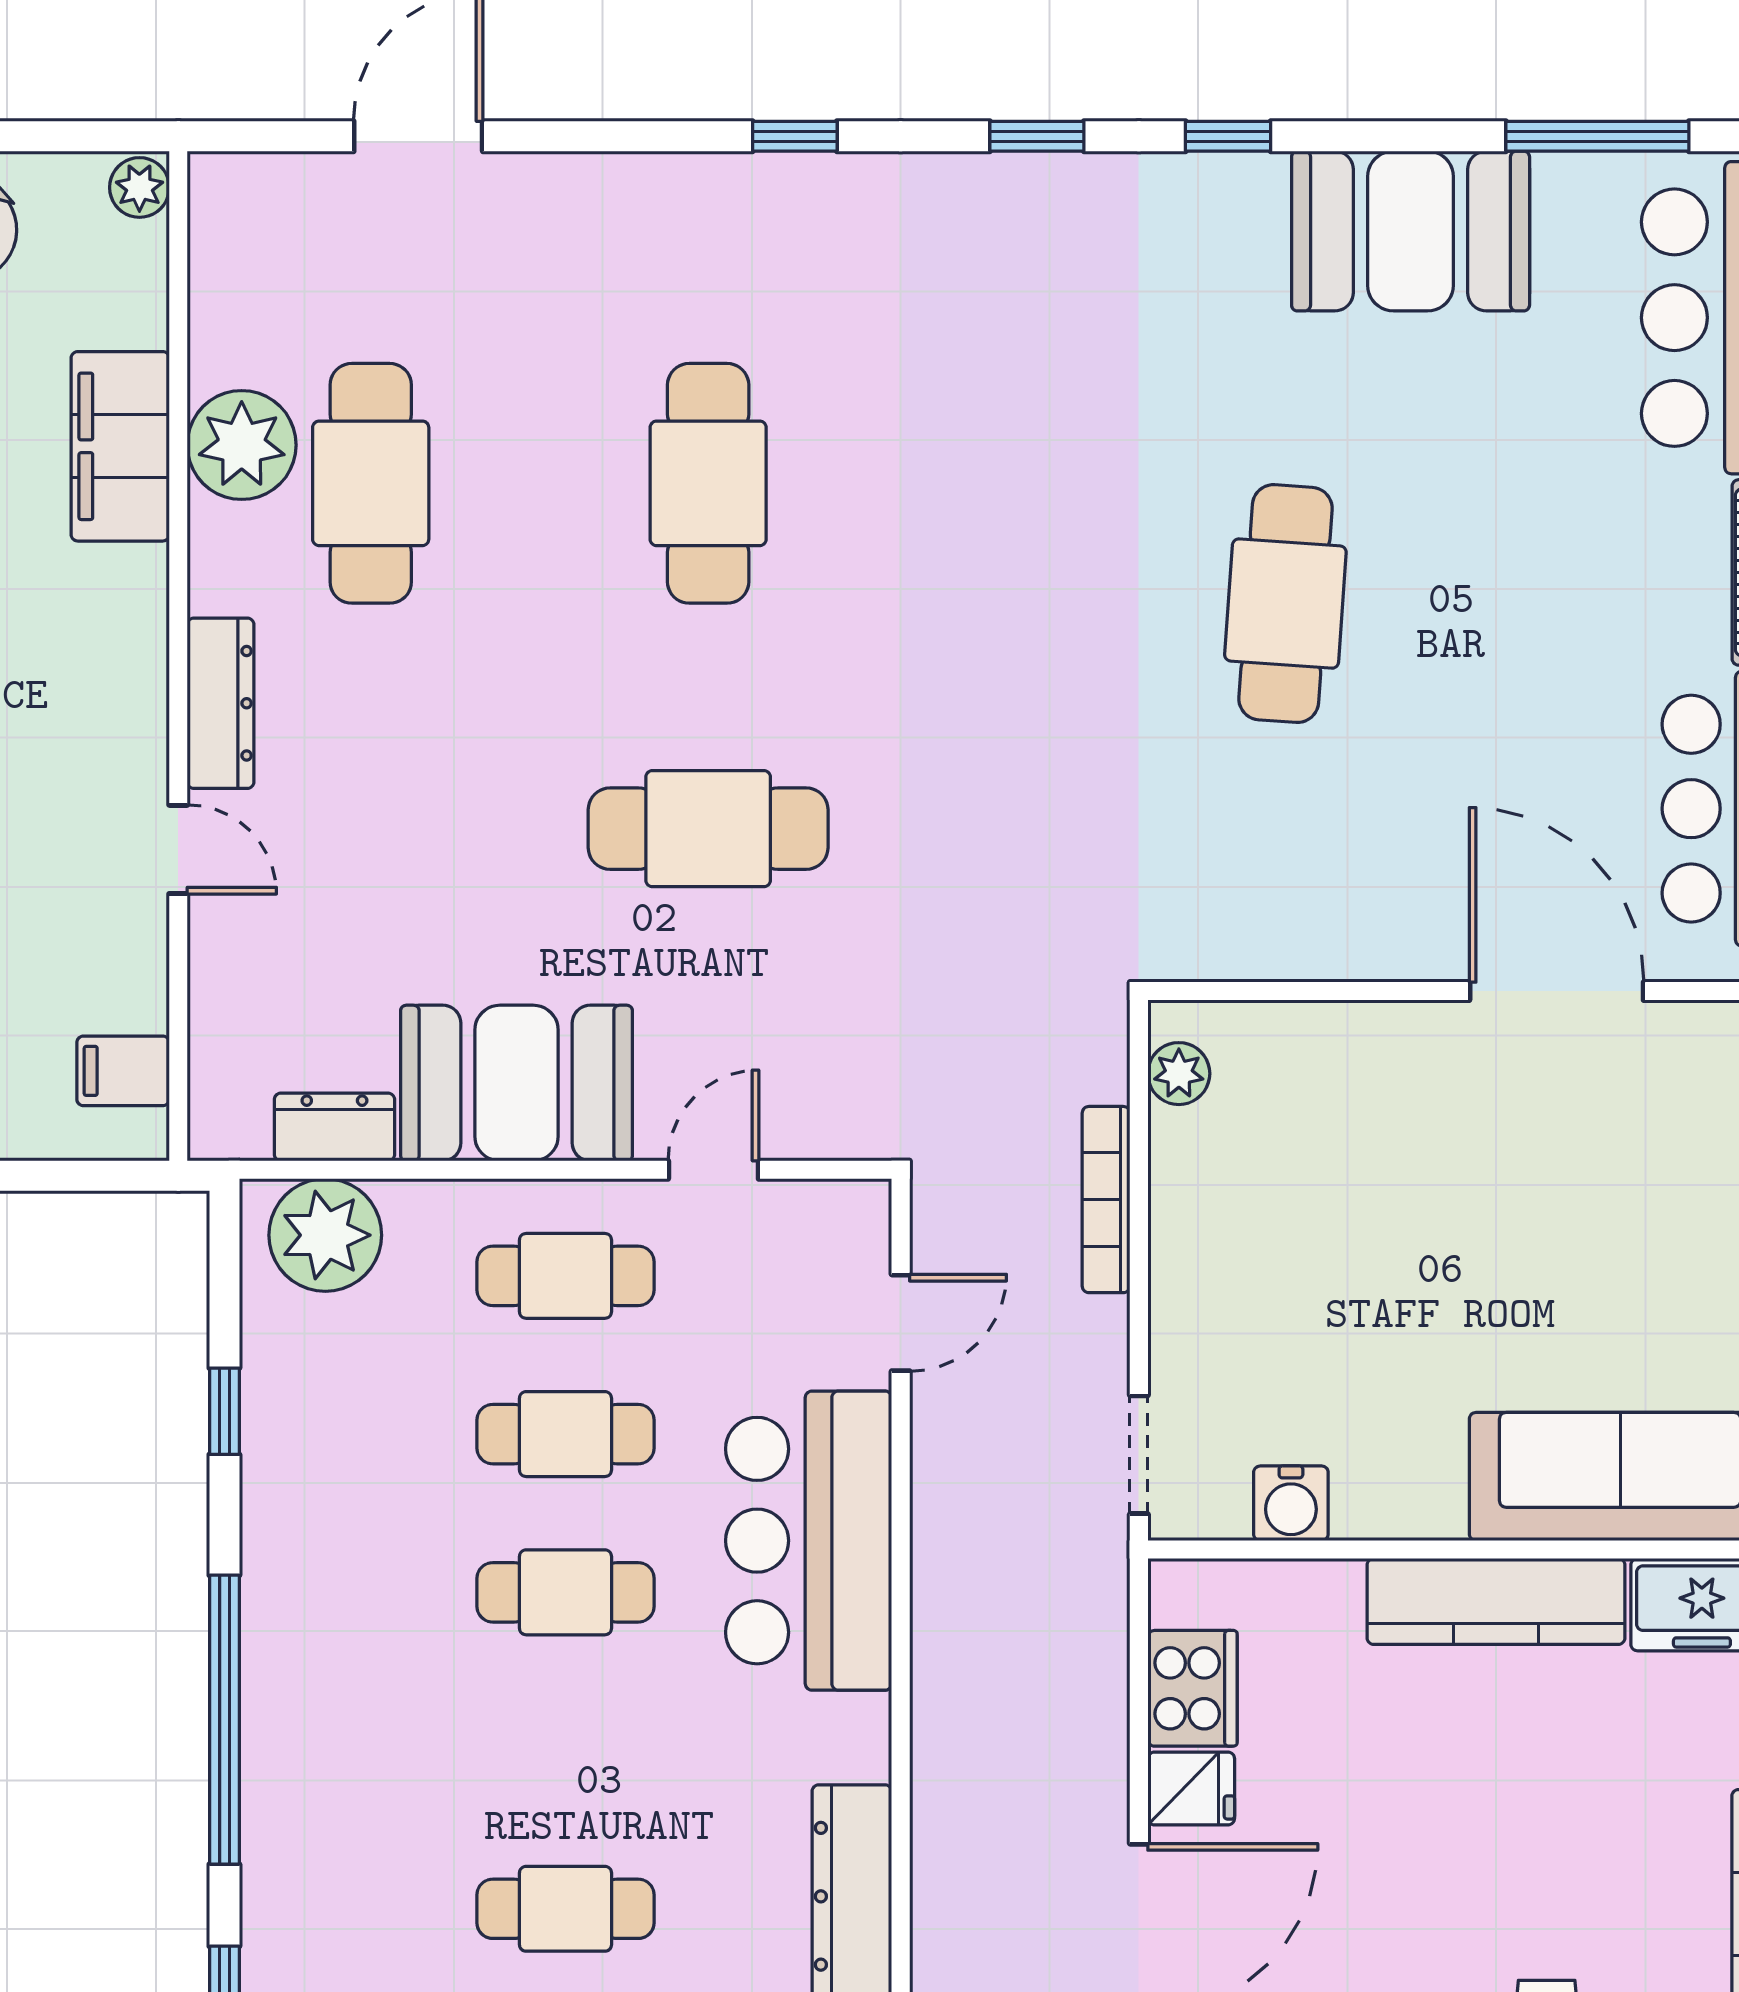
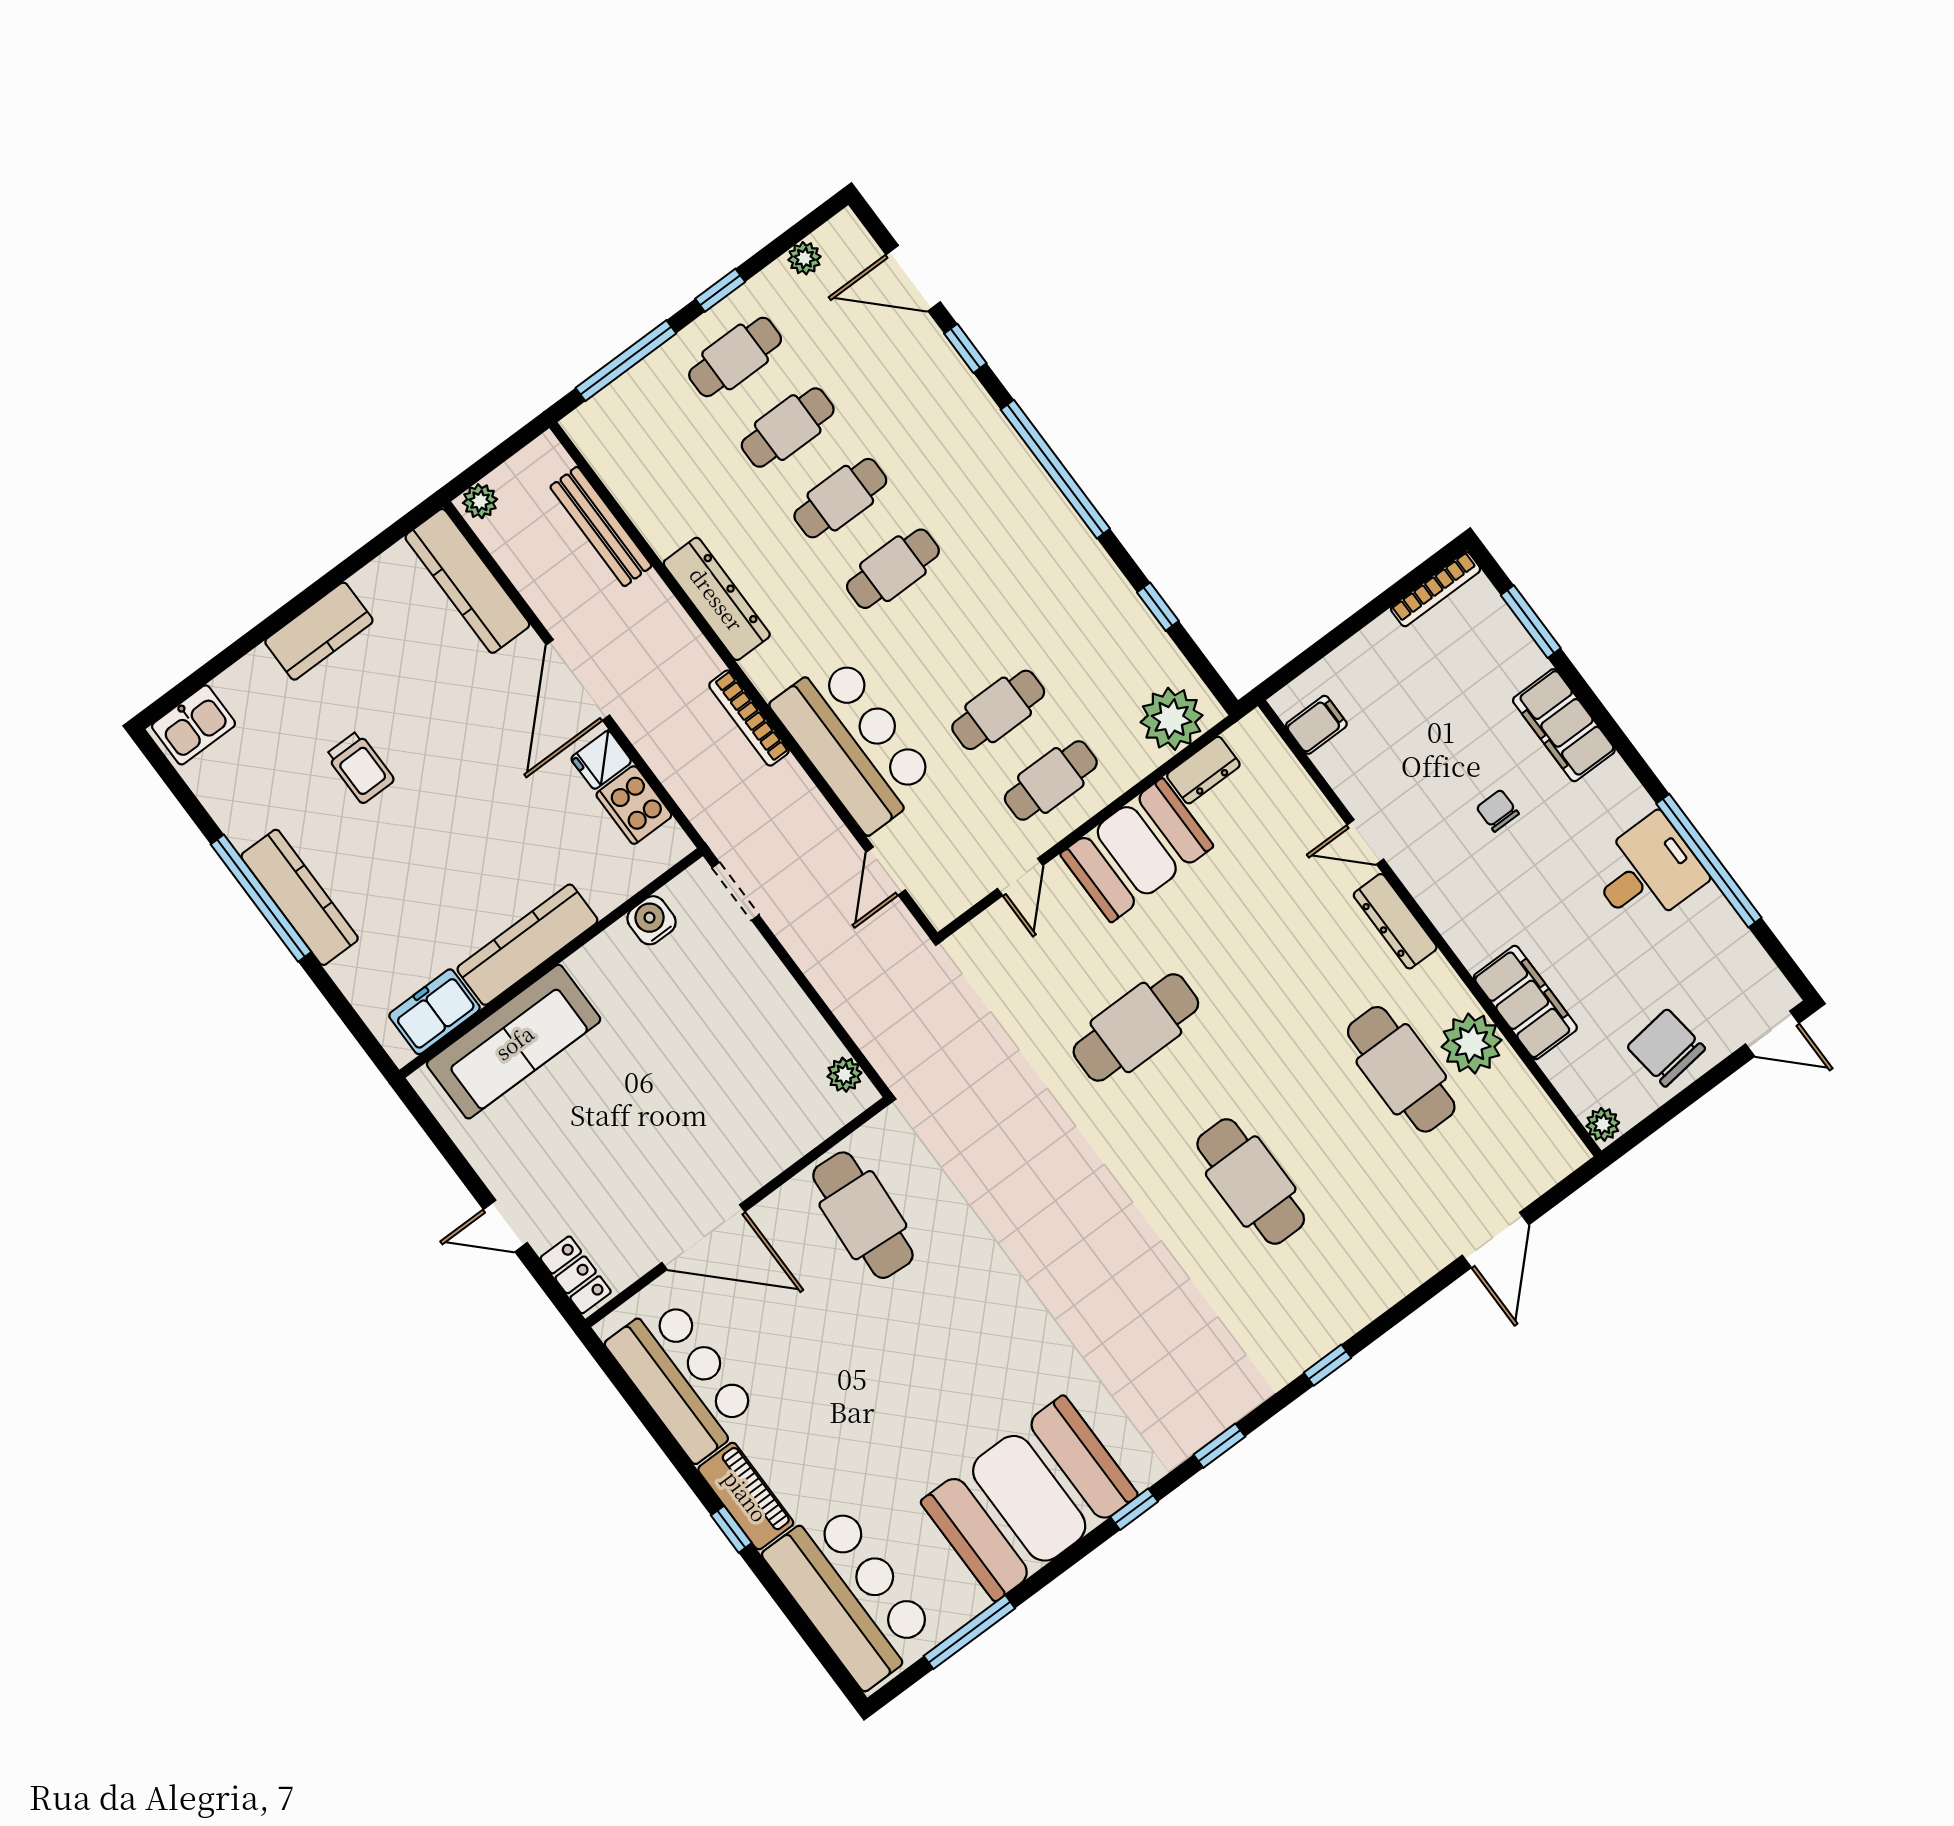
booth: (1411, 231) -> (1029, 1498), width x1.36, depth x1.42
cafe table: (1285, 604) -> (863, 1215), moved
bookcase: (1106, 1200) -> (749, 718), moved, turned 180
cafe table: (565, 1592) -> (893, 569), moved

